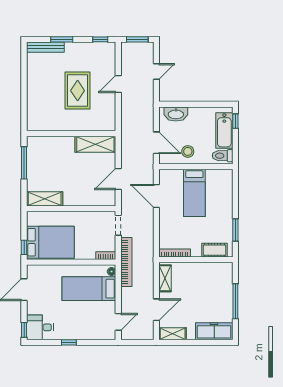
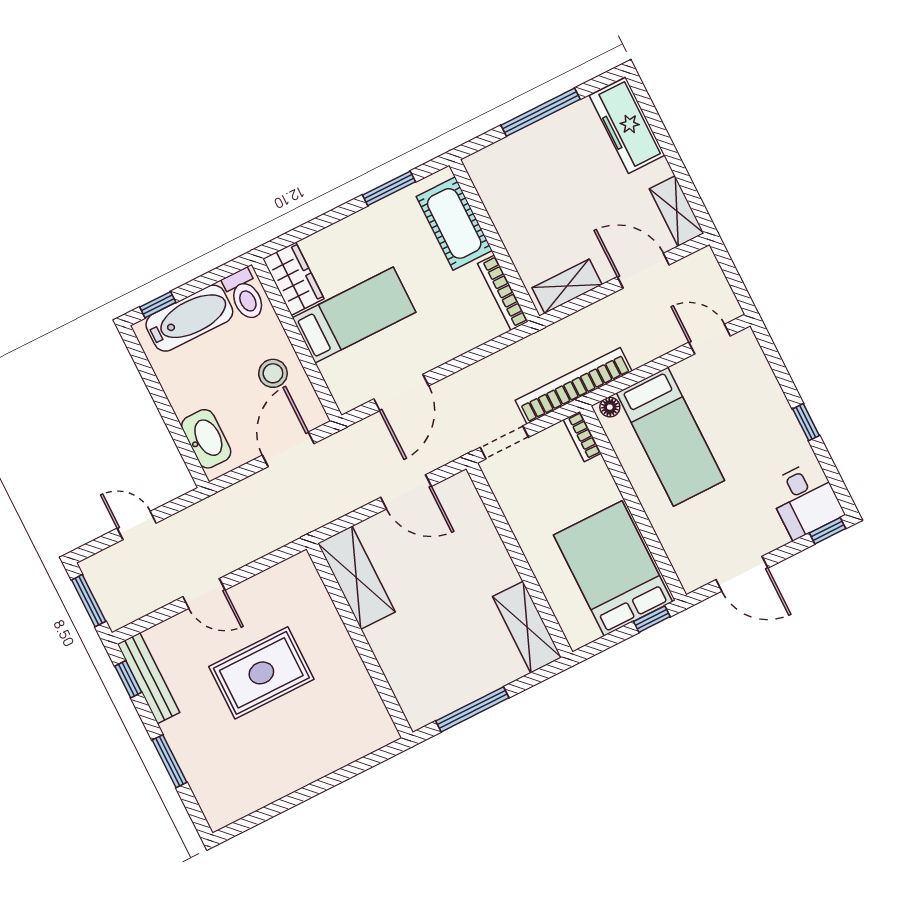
bench: (45, 47) -> (148, 678), moved
wardrobe: (219, 177) -> (293, 279), added
cot: (215, 250) -> (454, 223), width x1.37, depth x1.34

